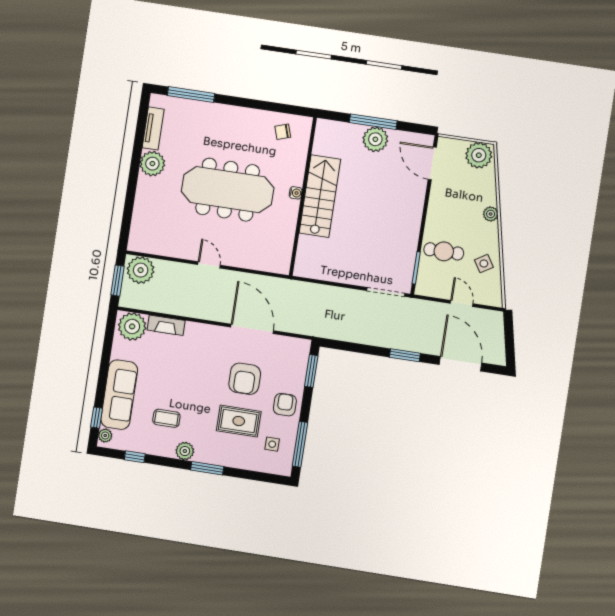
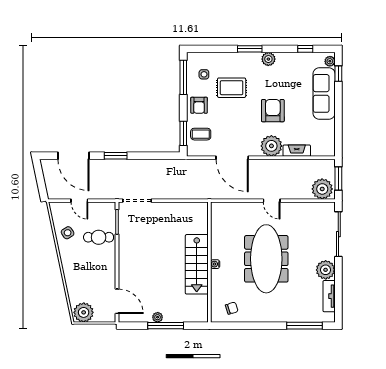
plant: (375, 139) -> (158, 317), width x0.53, depth x0.53
meeting table: (228, 190) -> (266, 259), turned 90
sliding door: (129, 208) -> (338, 234), added
plant: (491, 214) -> (68, 270), removed
plant: (132, 326) -> (271, 146), moved
armchair: (245, 379) -> (273, 111), moved
coffee table: (166, 418) -> (201, 134), moved

